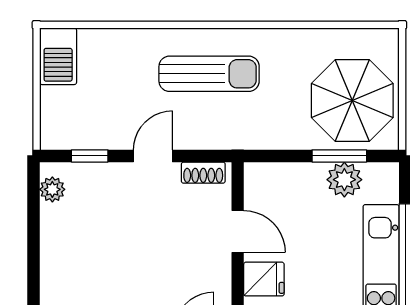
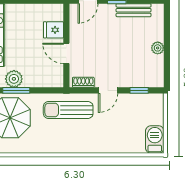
sun lounger: (209, 74) -> (68, 110), moved
plant: (52, 189) -> (158, 48), moved

